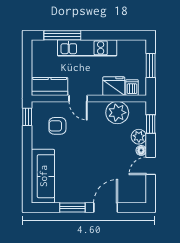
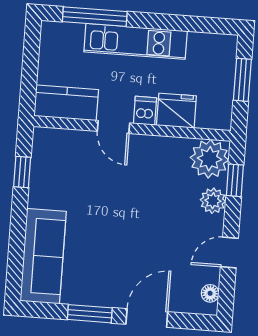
dishwasher: (132, 88) -> (145, 111), moved
plant: (117, 113) -> (209, 159), moved
window: (27, 117) -> (22, 172), moved
armchair: (57, 126) -> (74, 172), removed
floor lamp: (141, 150) -> (210, 293), moved

